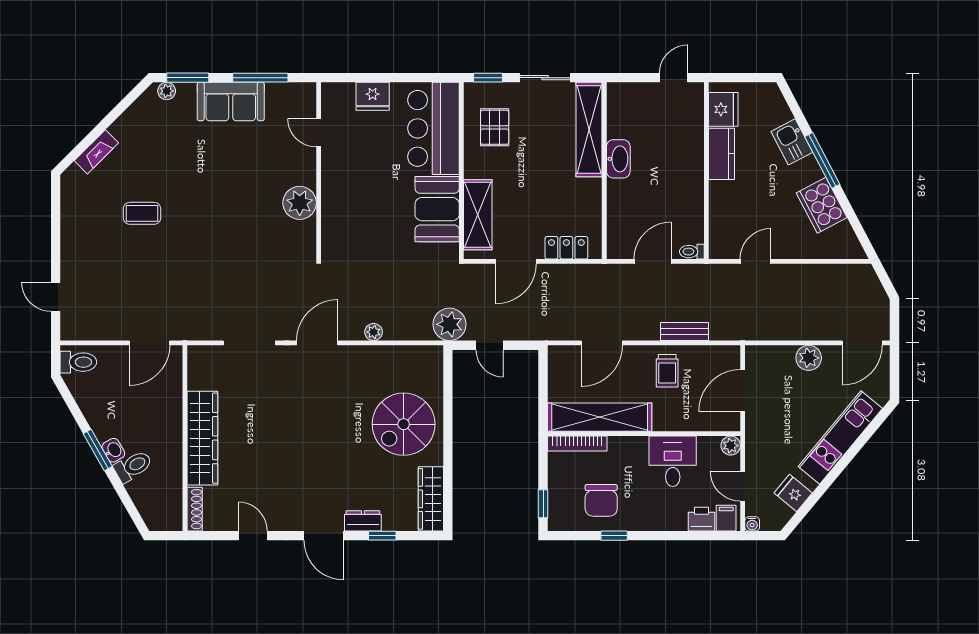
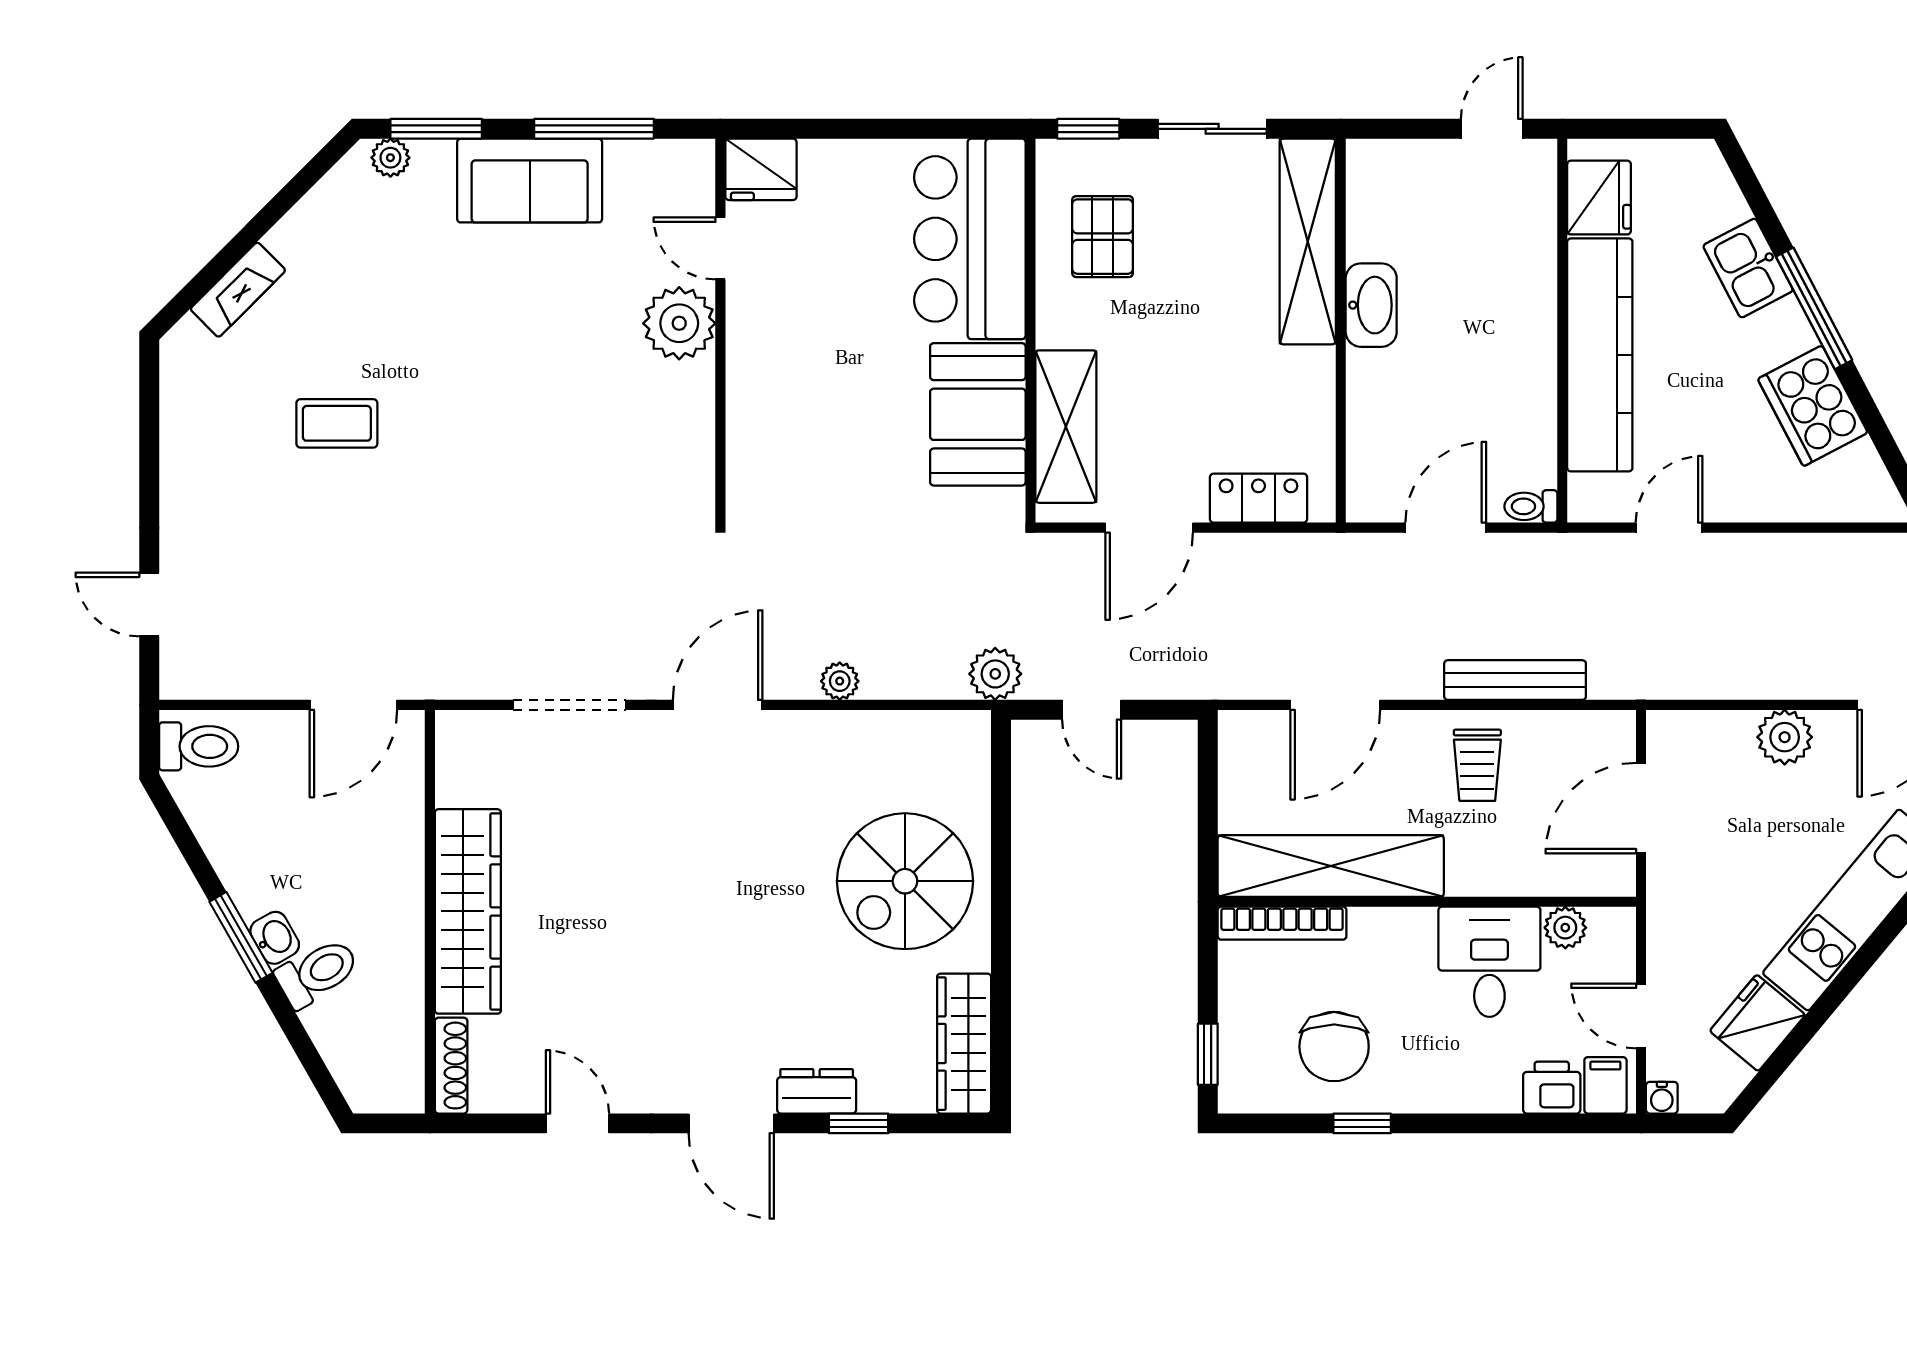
fridge: (373, 96) -> (761, 169), moved
kitchen counter: (721, 154) -> (1600, 355), width x2.08, depth x1.17
plant: (300, 203) -> (679, 323), moved
plant: (450, 324) -> (995, 674), width x0.73, depth x0.73
bench: (685, 332) -> (1515, 680), width x1.36
plant: (731, 446) -> (1565, 928), moved
fridge: (793, 493) -> (1757, 1023), width x1.38

